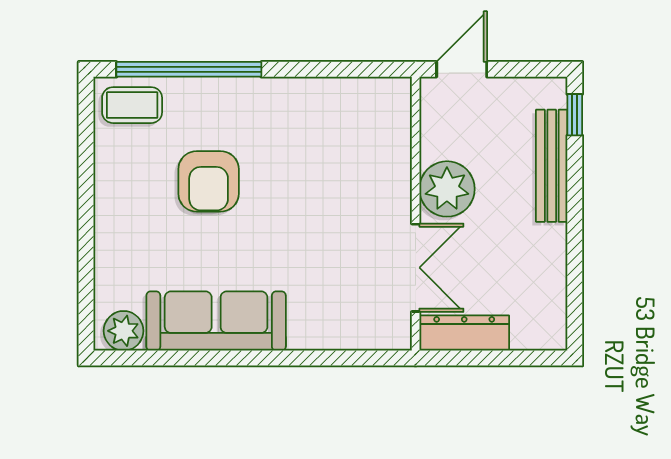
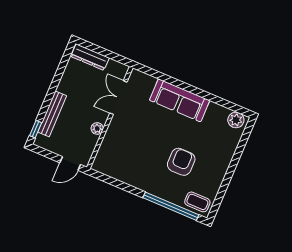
plant: (447, 189) -> (97, 128), width x0.53, depth x0.53
sofa: (216, 321) -> (180, 100), moved
dresser: (464, 333) -> (90, 57), moved

